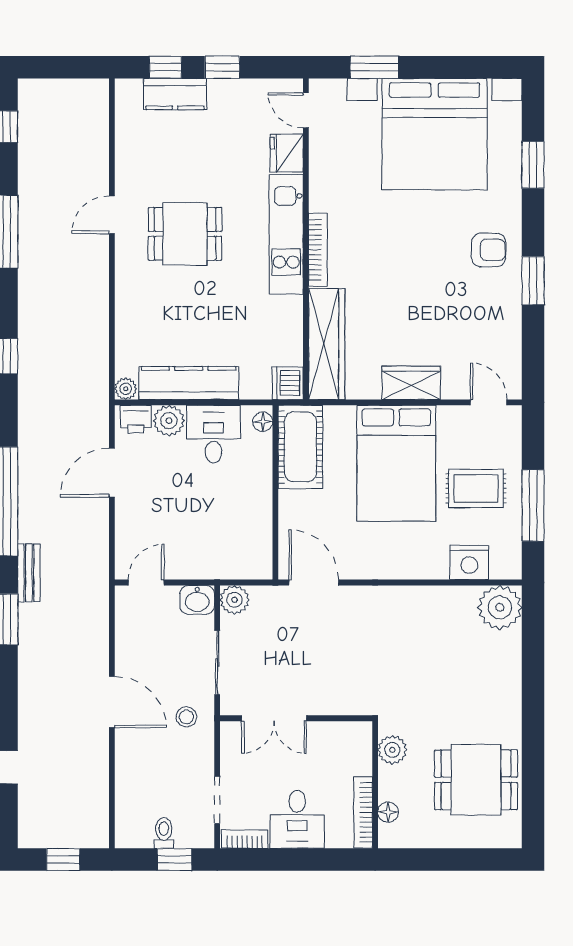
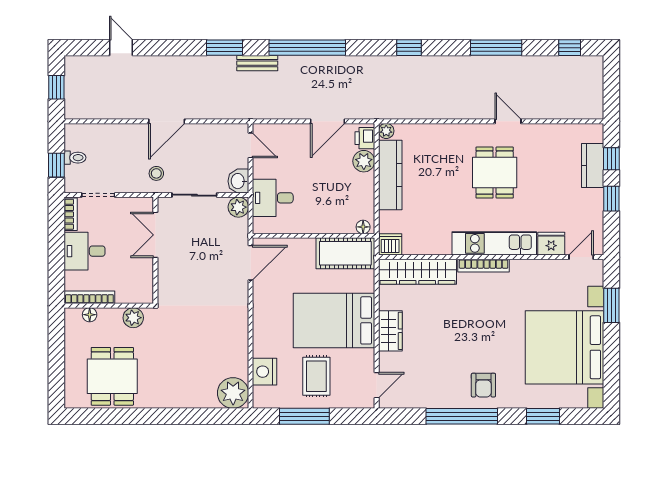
window: (533, 281) -> (462, 416), width x2.11
desk: (214, 434) -> (273, 198), moved, turned 180
door: (112, 473) -> (327, 121), swing flipped

